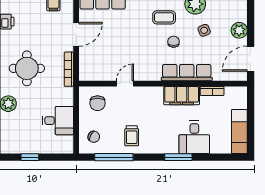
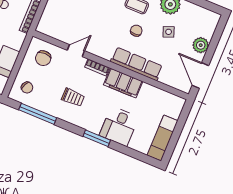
door: (251, 59) -> (200, 75), hinge flipped
bookcase: (212, 91) -> (97, 67), moved
trolley: (132, 136) -> (73, 97), moved, turned -90

